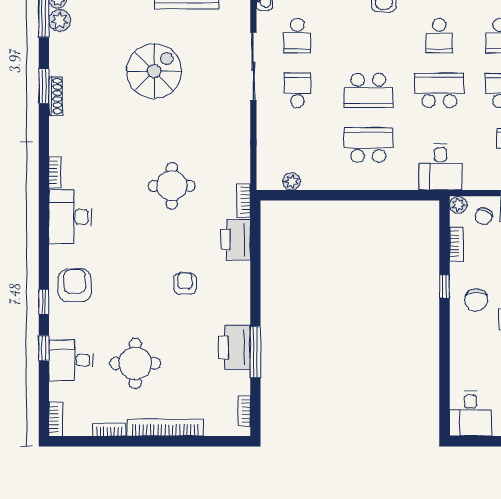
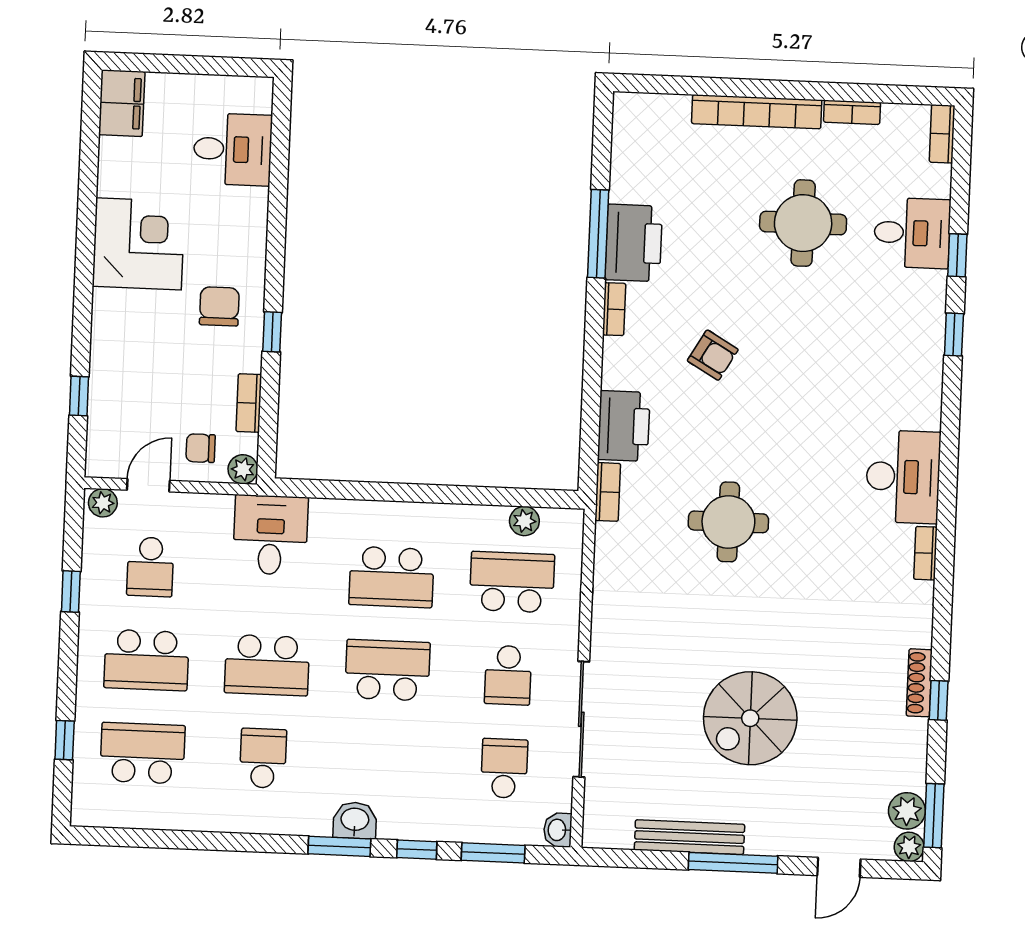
window: (44, 86) -> (939, 700), width x0.67
school desk: (297, 145) -> (512, 582), added
chair: (484, 216) -> (201, 448), turned -111
armchair: (185, 284) -> (713, 355), turned -60
armchair: (75, 285) -> (900, 360), removed
bookcase: (244, 411) -> (614, 309), moved
desk: (471, 414) -> (233, 149), moved, turned 90

